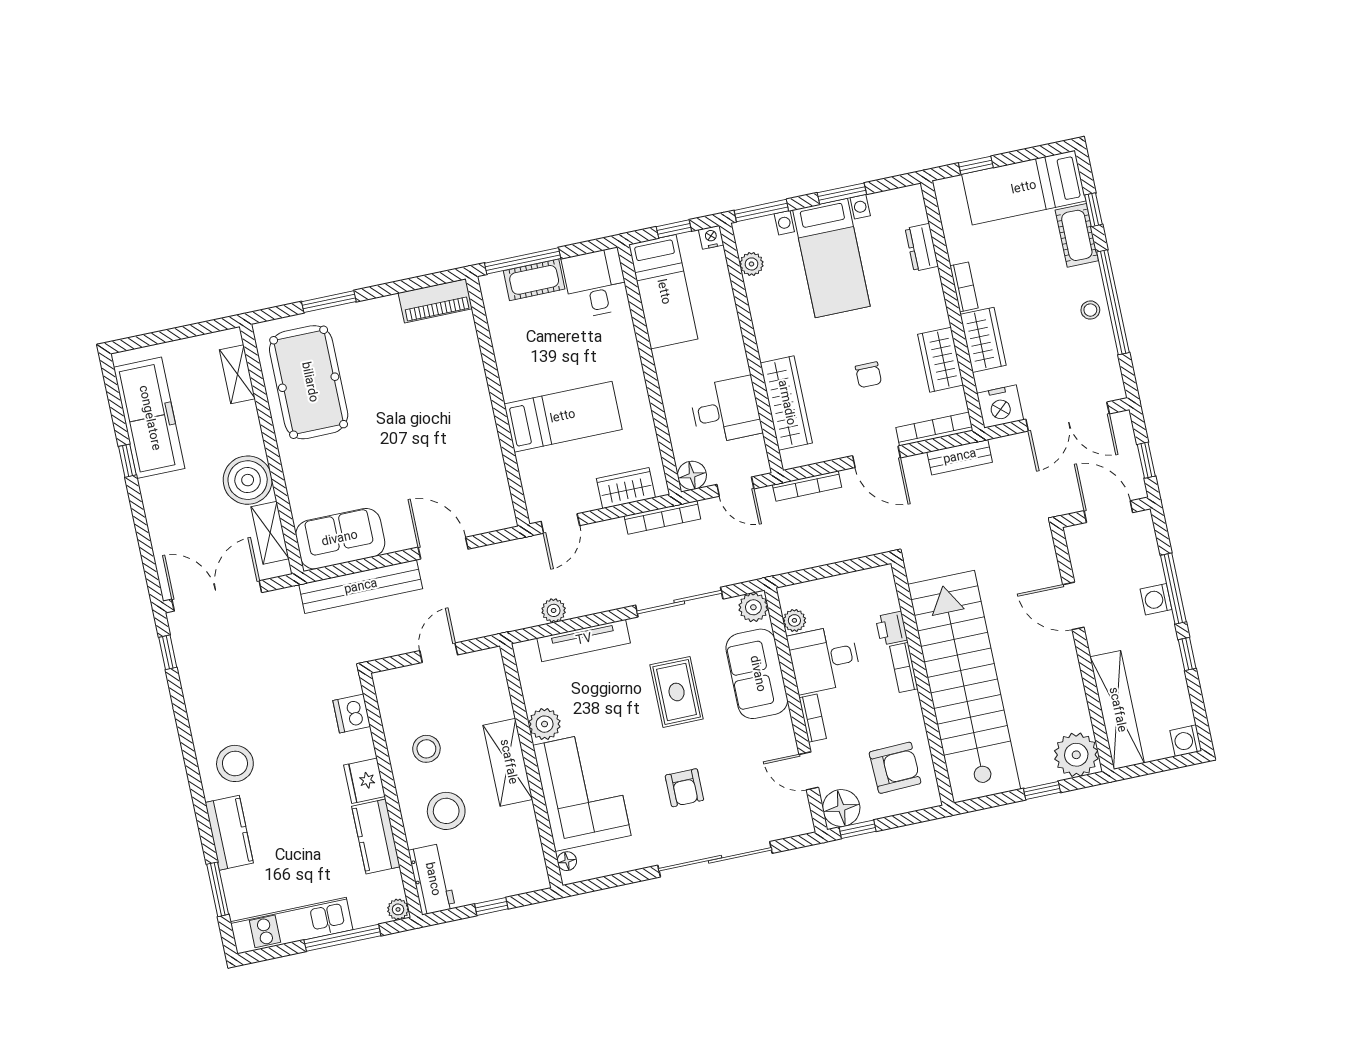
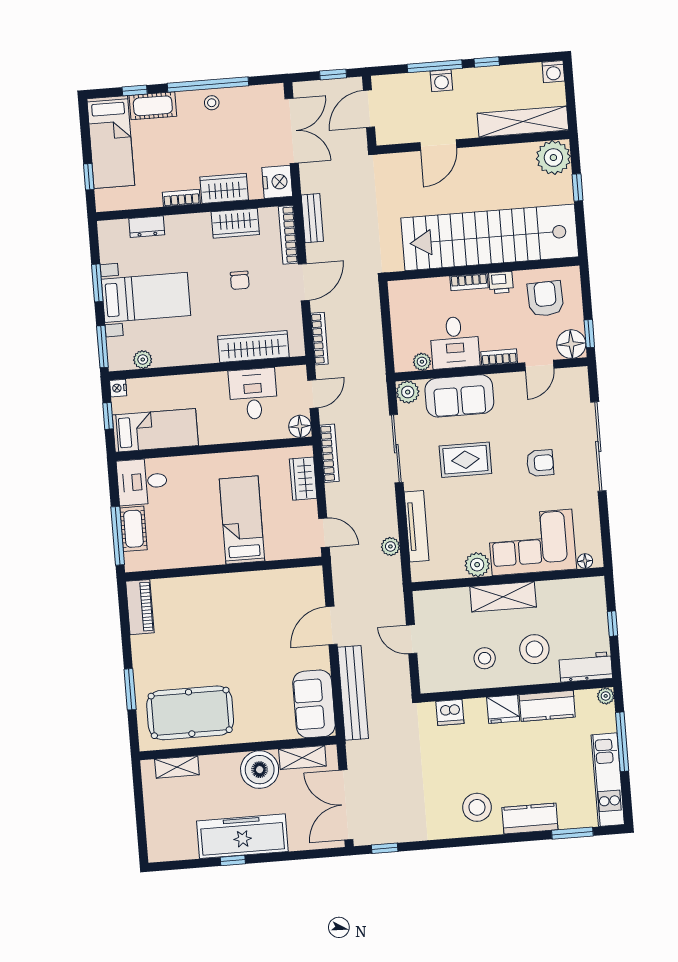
chair: (868, 375) -> (240, 280), turned 90
freezer: (149, 418) -> (242, 836), moved
printer: (891, 628) -> (501, 282), moved

